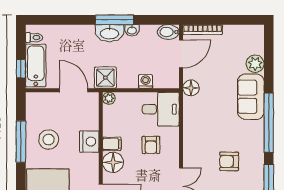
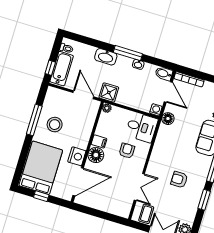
washbasin: (110, 33) -> (106, 57), moved
door: (181, 54) -> (168, 92), hinge flipped
washing machine: (146, 81) -> (156, 110), moved
nightstand: (89, 142) -> (77, 156), moved
armchair: (151, 145) -> (127, 151), turned 180

